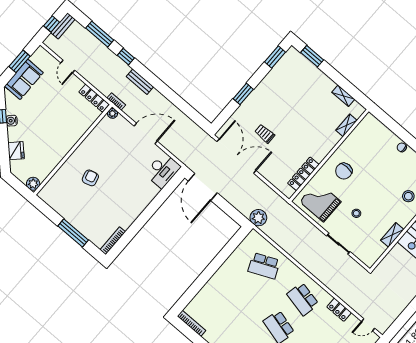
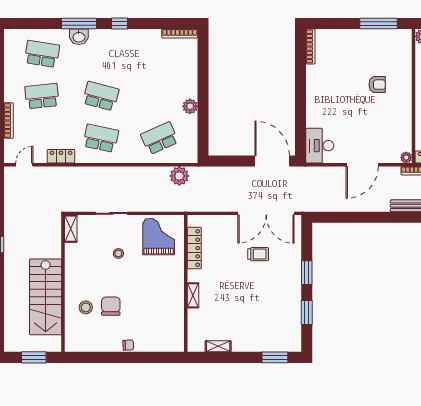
window: (275, 57) -> (307, 312), moved
shelving: (347, 125) -> (193, 295), moved
chair: (344, 171) -> (111, 306), moved
armchair: (90, 178) -> (377, 85), turned -75
grand piano: (320, 202) -> (159, 237), turned -90
plant: (258, 218) -> (179, 176), moved
window: (73, 233) -> (378, 24), moved
shelving: (392, 235) -> (71, 229), moved
plant: (226, 270) -> (190, 106), added

